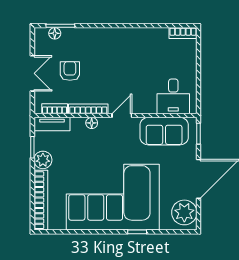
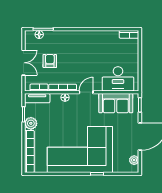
desk: (173, 96) -> (118, 79), width x1.37
plant: (184, 212) -> (134, 160), width x0.53, depth x0.53

